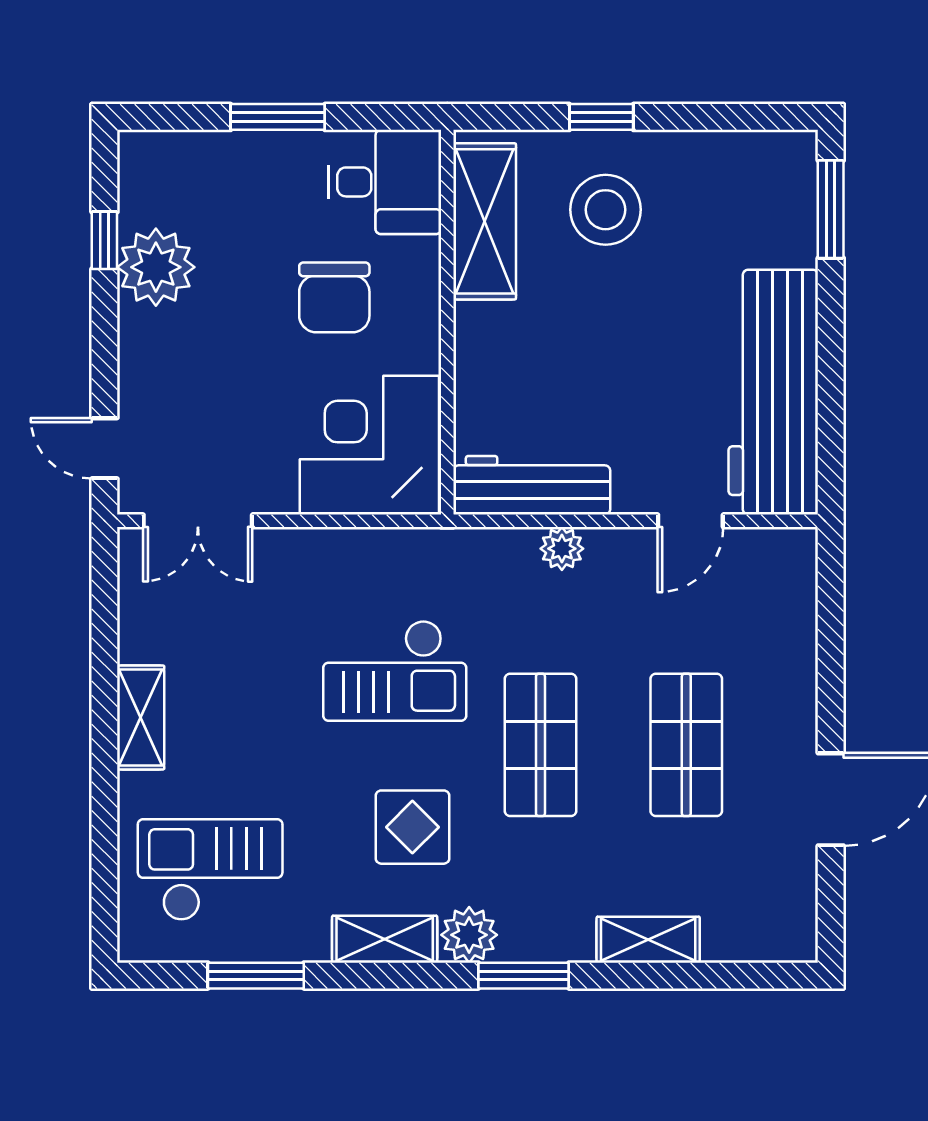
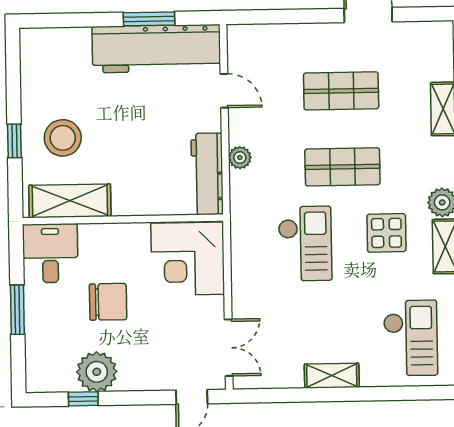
window: (831, 209) -> (149, 19), moved
chair: (334, 297) -> (108, 302), moved
checkout: (210, 870) -> (411, 338), turned 180

